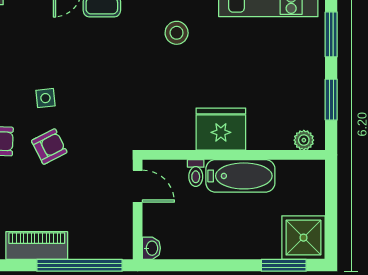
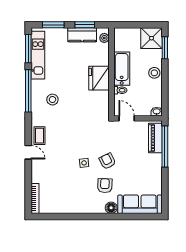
kitchen counter: (310, 94) -> (82, 35), added
door: (138, 186) -> (127, 118), hinge flipped
stool: (232, 243) -> (154, 73), added
piano: (37, 245) -> (155, 138), moved

